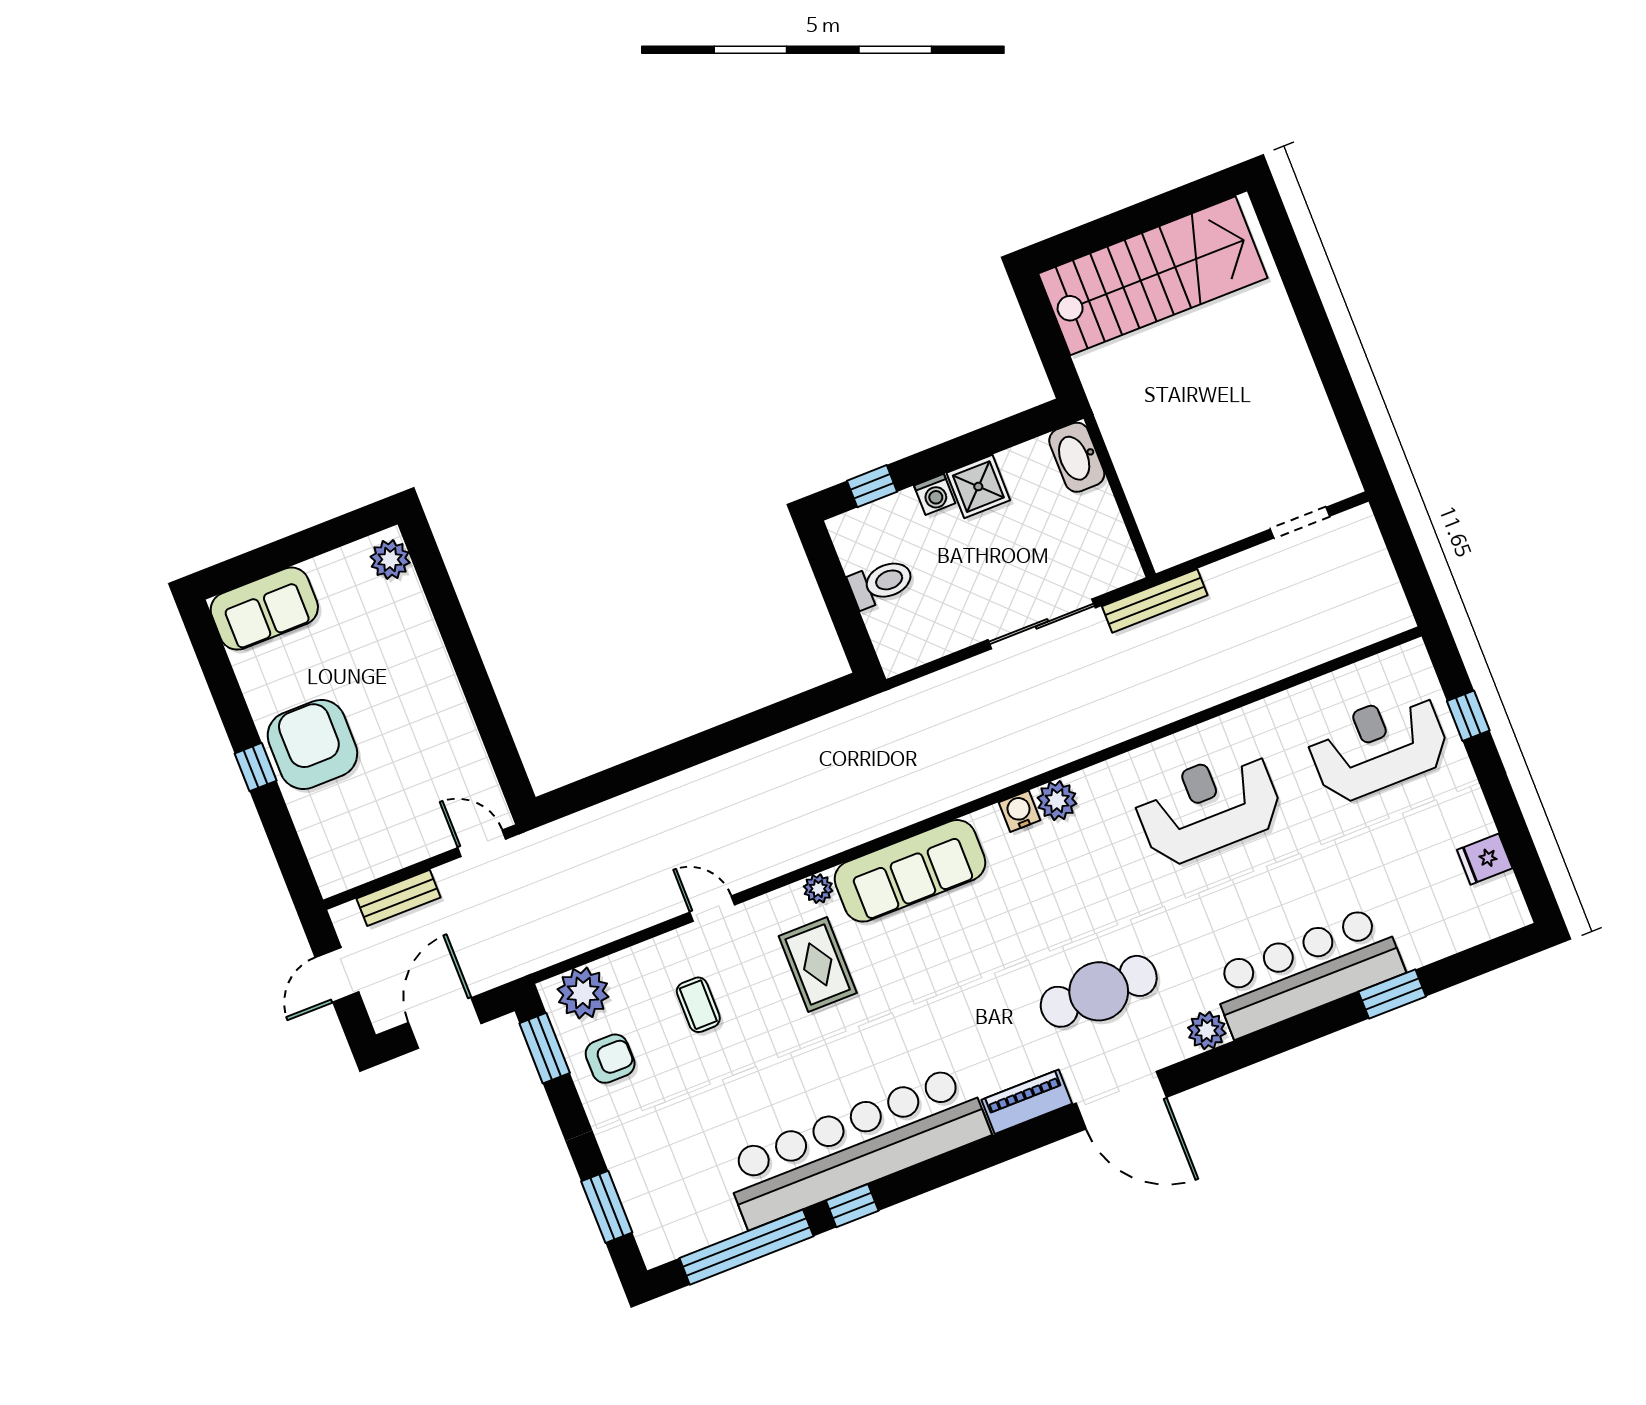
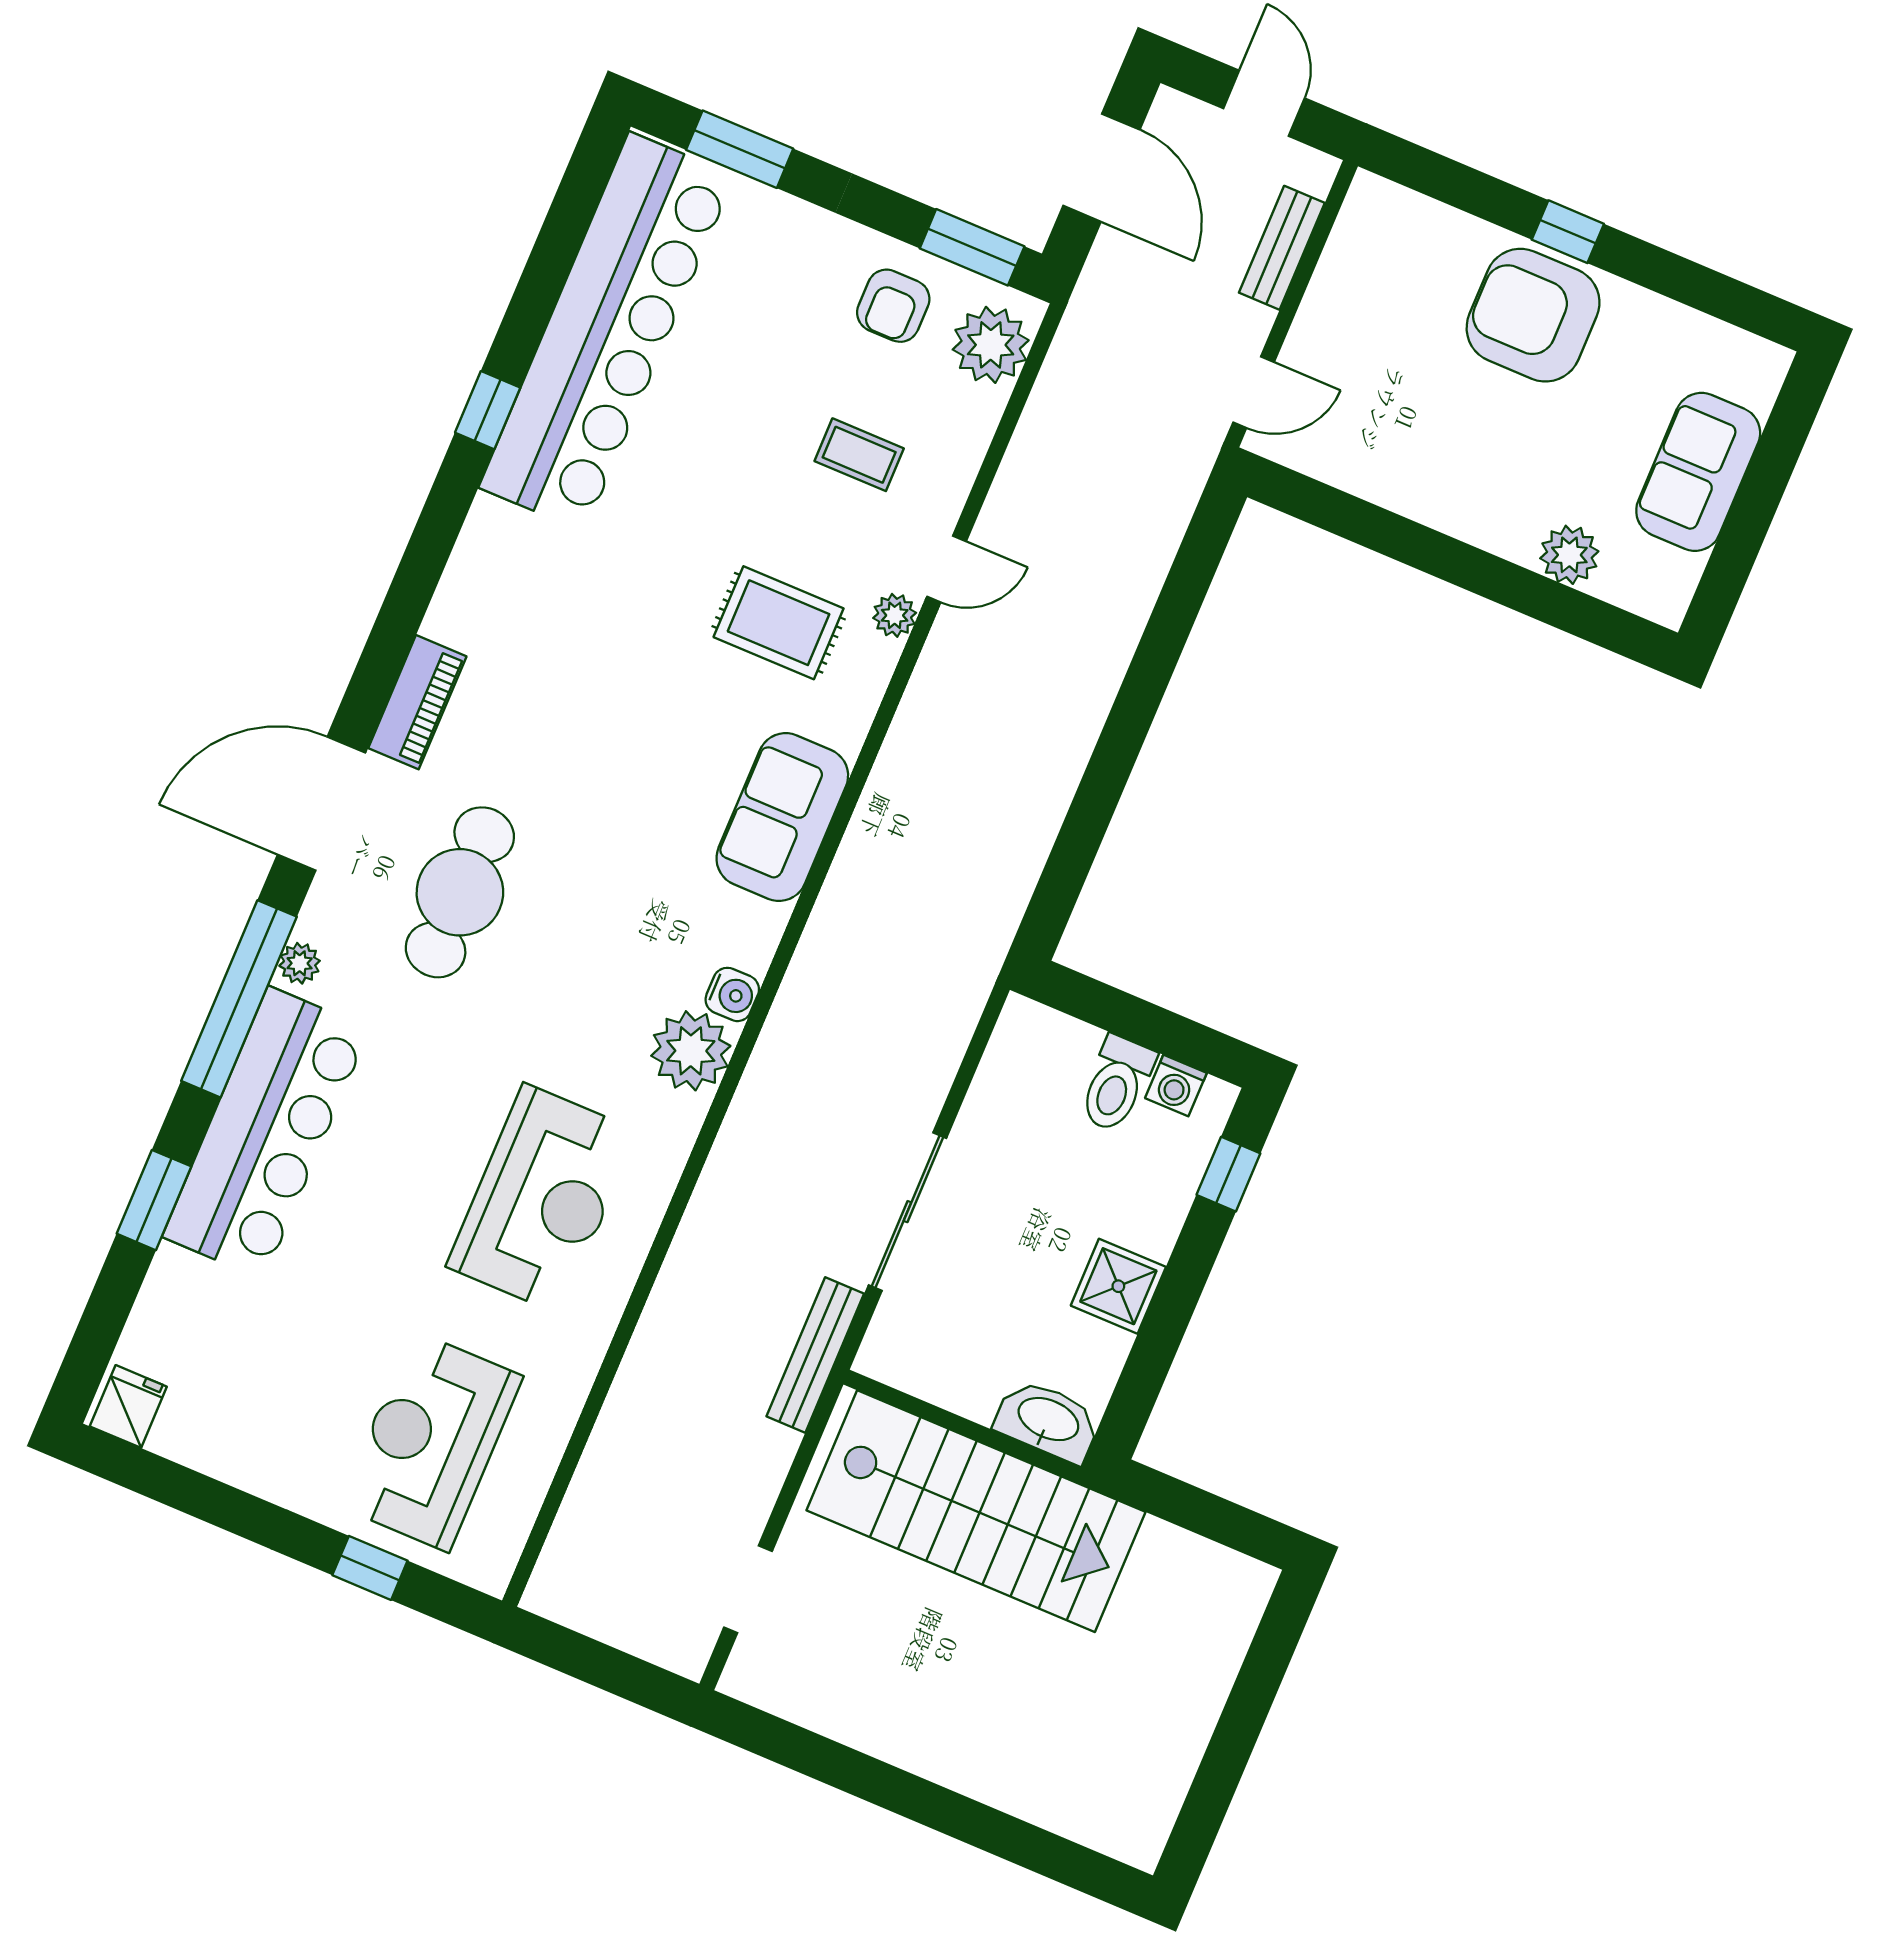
stairs: (1153, 276) -> (976, 1511), moved, turned -90
washing machine: (935, 494) -> (1176, 1086), moved, turned -90
plant: (390, 560) -> (1569, 555), moved
sofa: (264, 609) -> (1698, 472), moved
armchair: (312, 745) -> (1533, 315), turned 180
reception desk: (1378, 746) -> (431, 1441), turned 180
plant: (1057, 801) -> (691, 1051), width x1.36, depth x1.36
fridge: (1485, 859) -> (128, 1406), moved
sofa: (910, 871) -> (782, 817), width x0.73
plant: (818, 889) -> (895, 615), moved
plant: (1207, 1031) -> (300, 963), width x0.73, depth x0.73
bar counter: (856, 1147) -> (607, 332), moved
window: (746, 1247) -> (239, 999), moved

